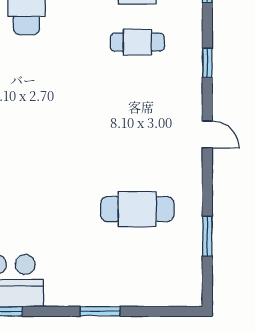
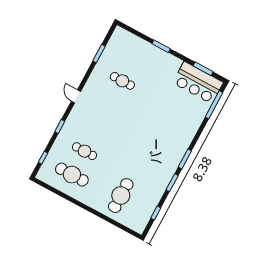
cafe table: (137, 209) -> (122, 81), width x0.73, depth x0.74

